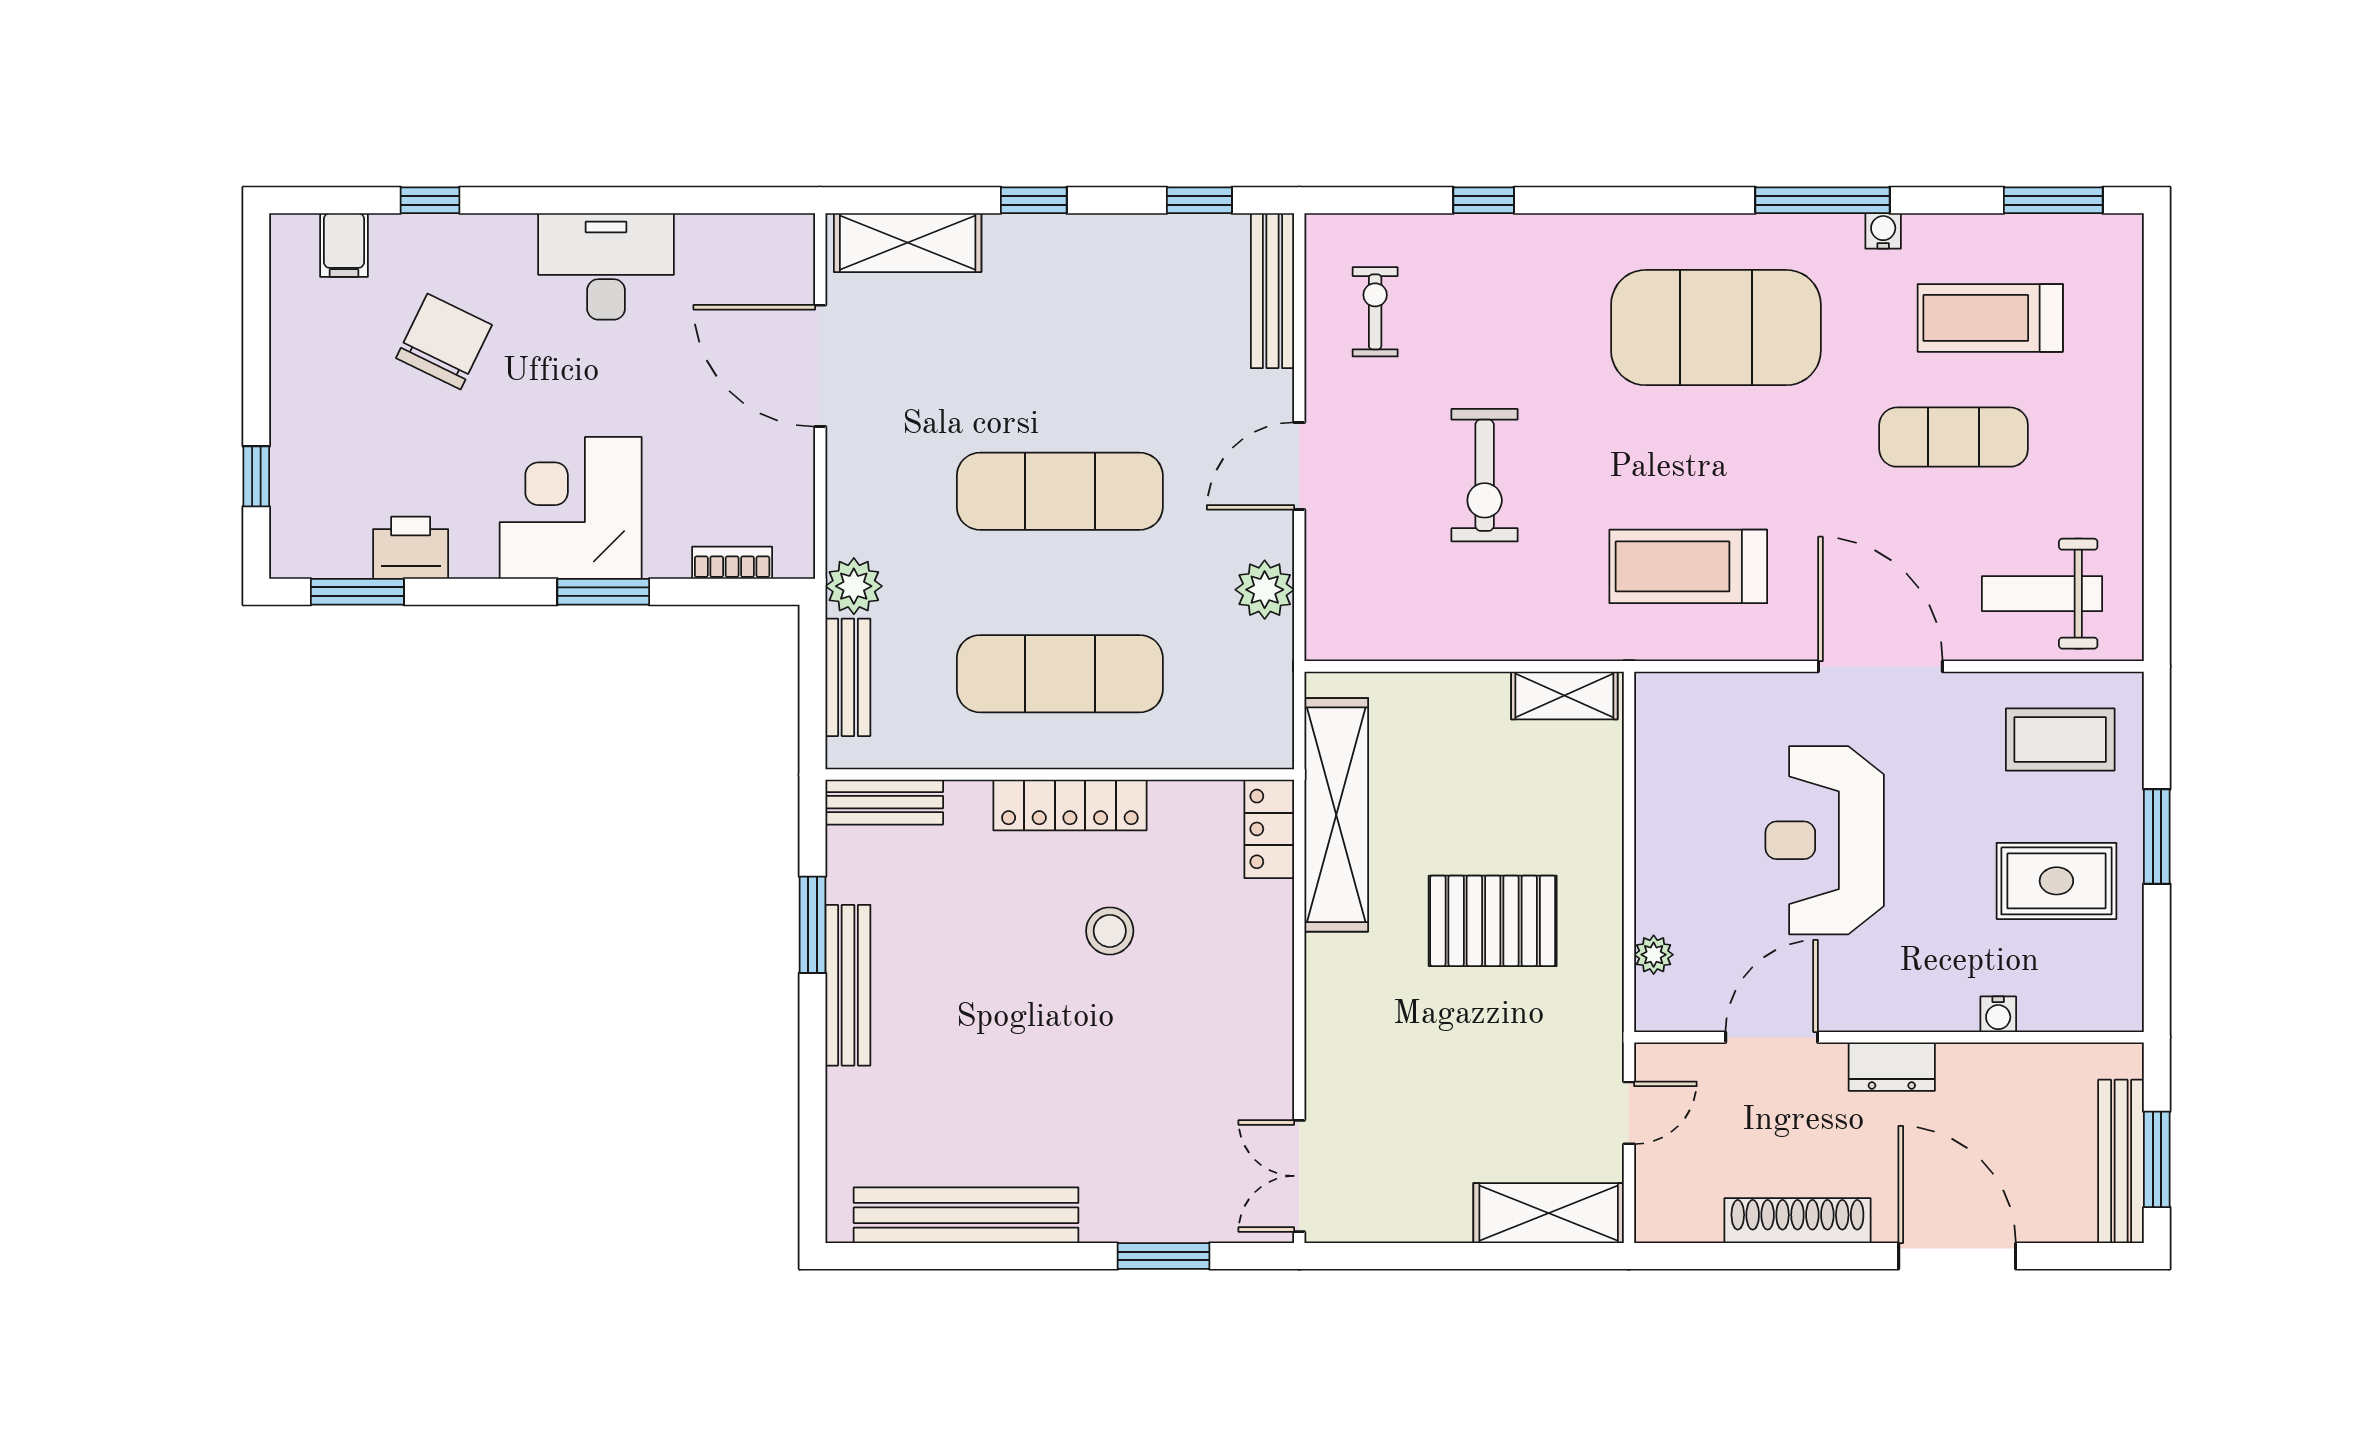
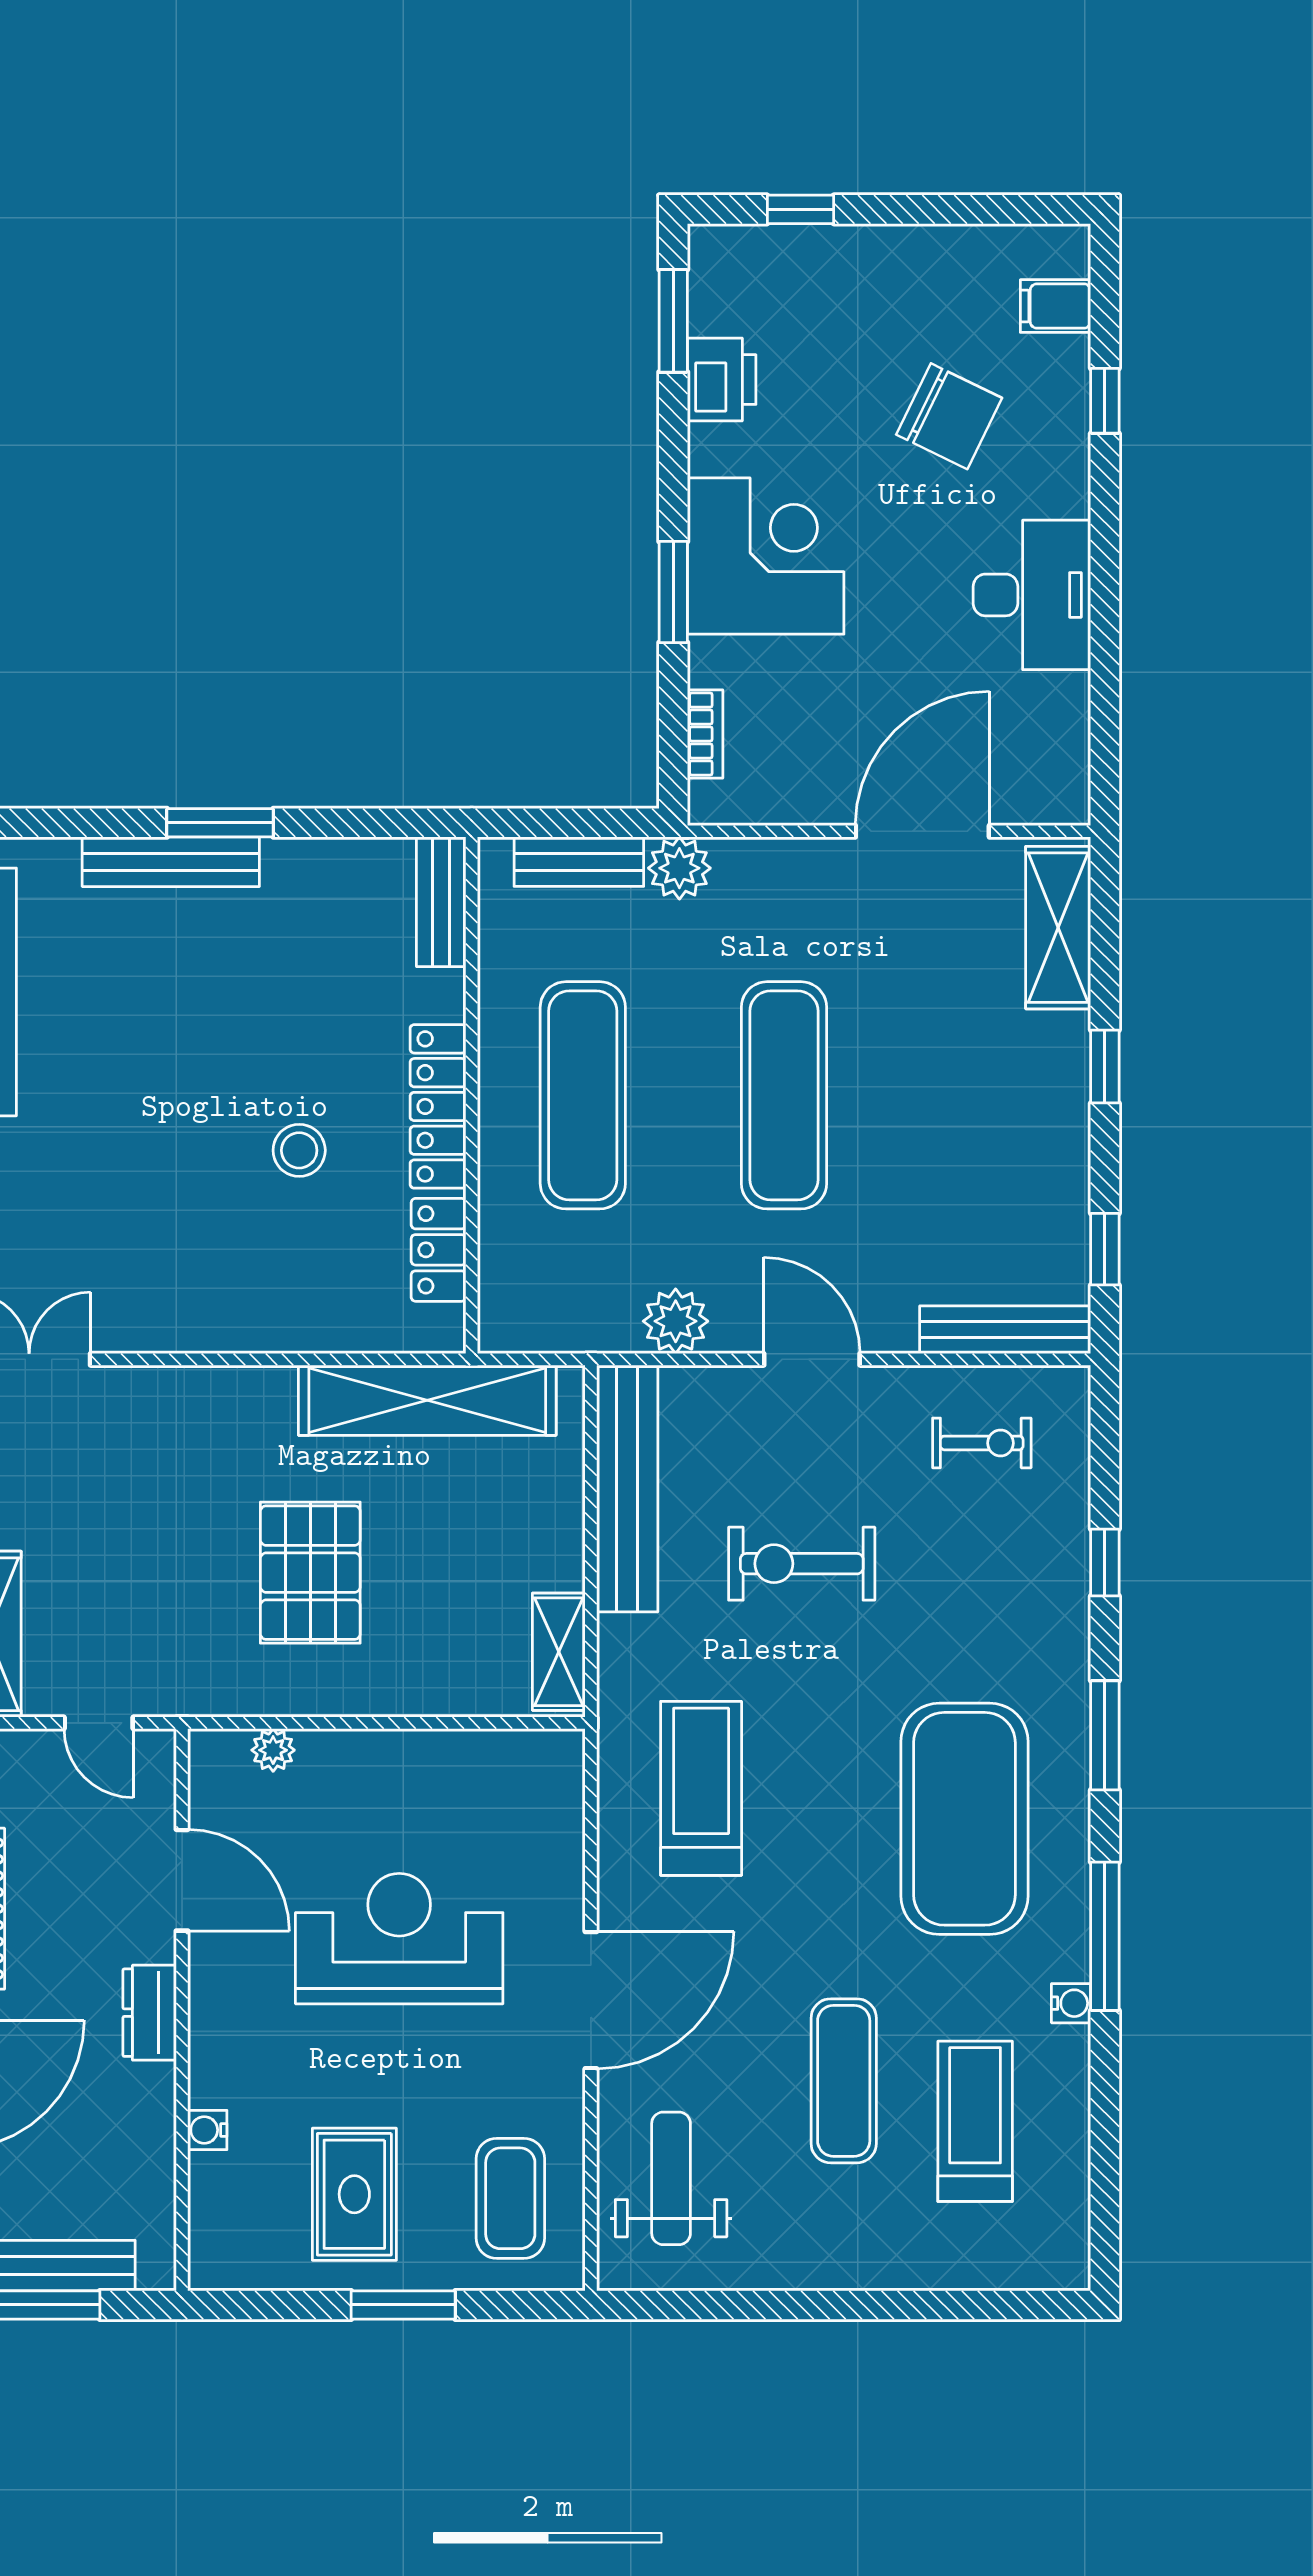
window: (2053, 200) -> (1105, 1735), moved
bench: (1416, 633) -> (627, 1488), added
locker: (1269, 829) -> (439, 1250), moved, turned -90
window: (813, 925) -> (220, 823), moved
bench: (848, 985) -> (171, 862), moved

